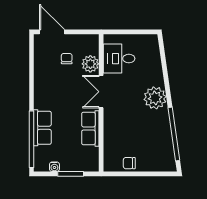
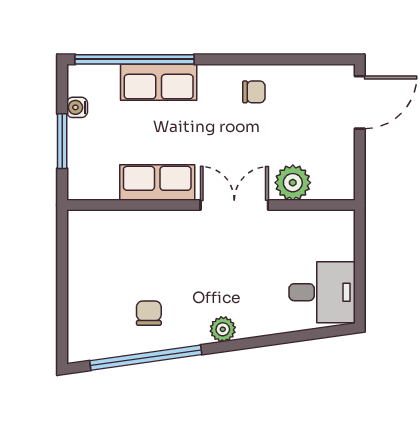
chair: (67, 59) -> (254, 92), moved
desk: (119, 59) -> (322, 292), moved, turned 90
plant: (155, 98) -> (223, 329), width x0.53, depth x0.53
chair: (129, 163) -> (149, 313), moved

